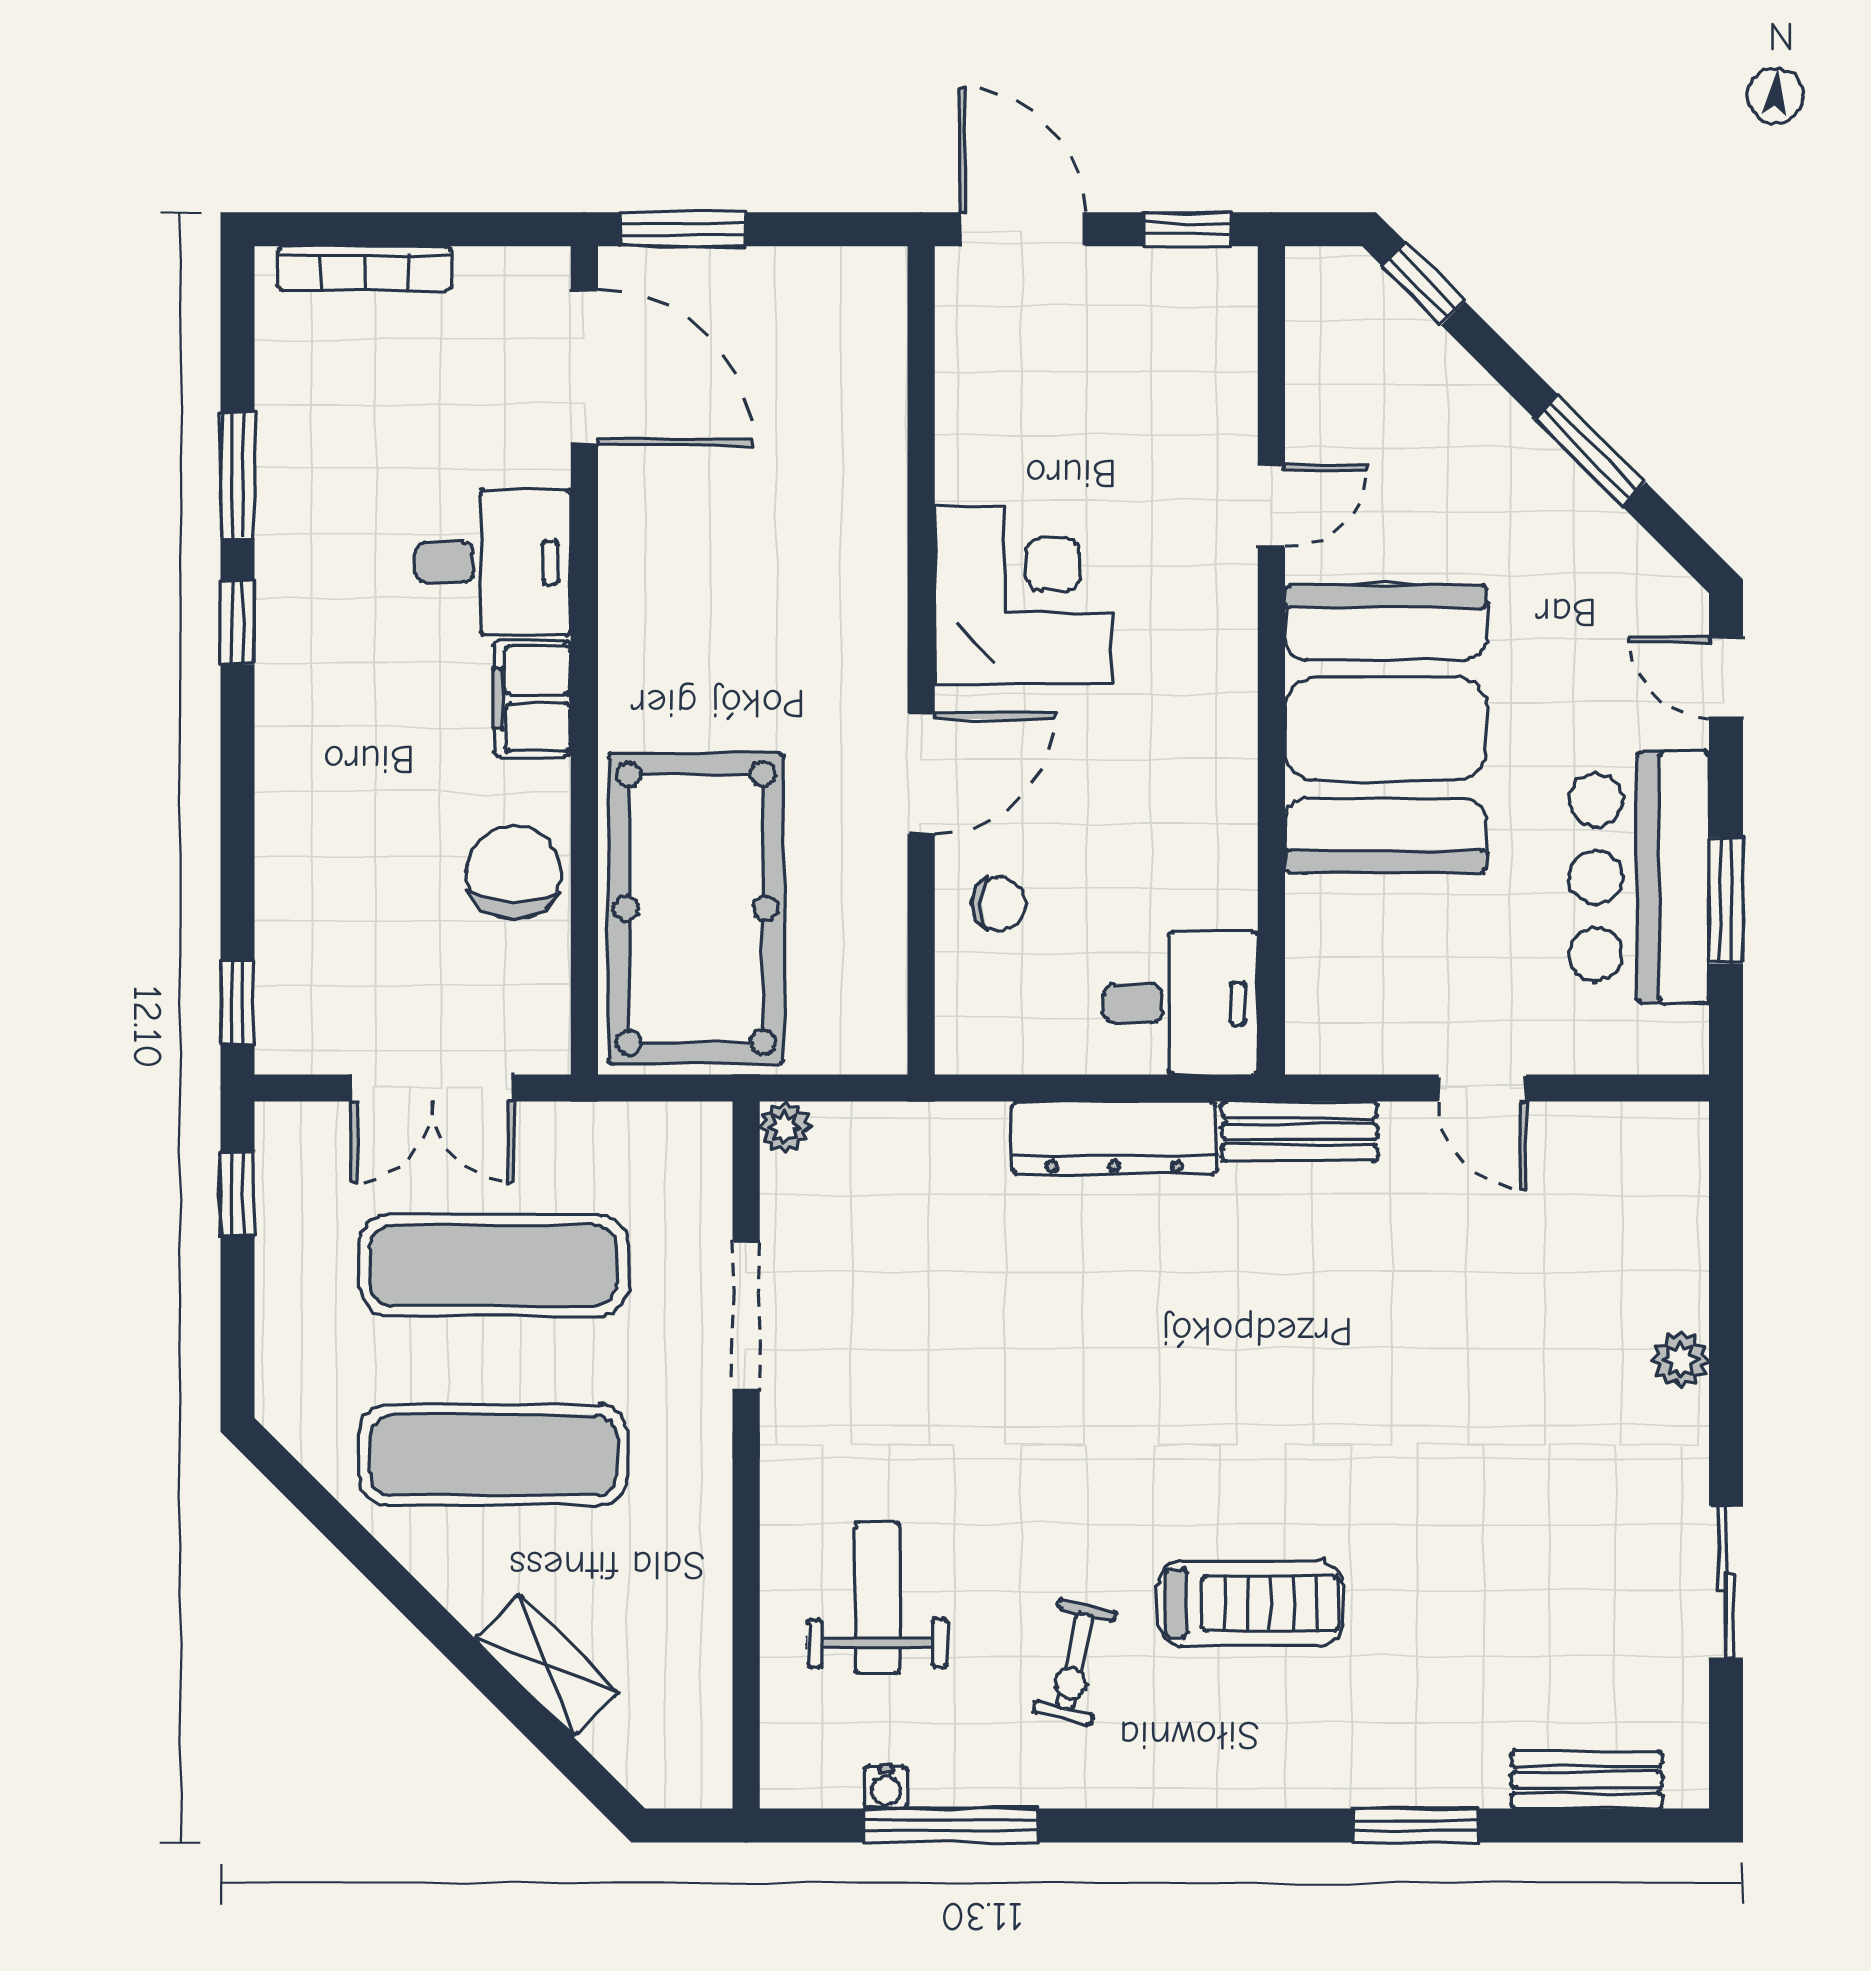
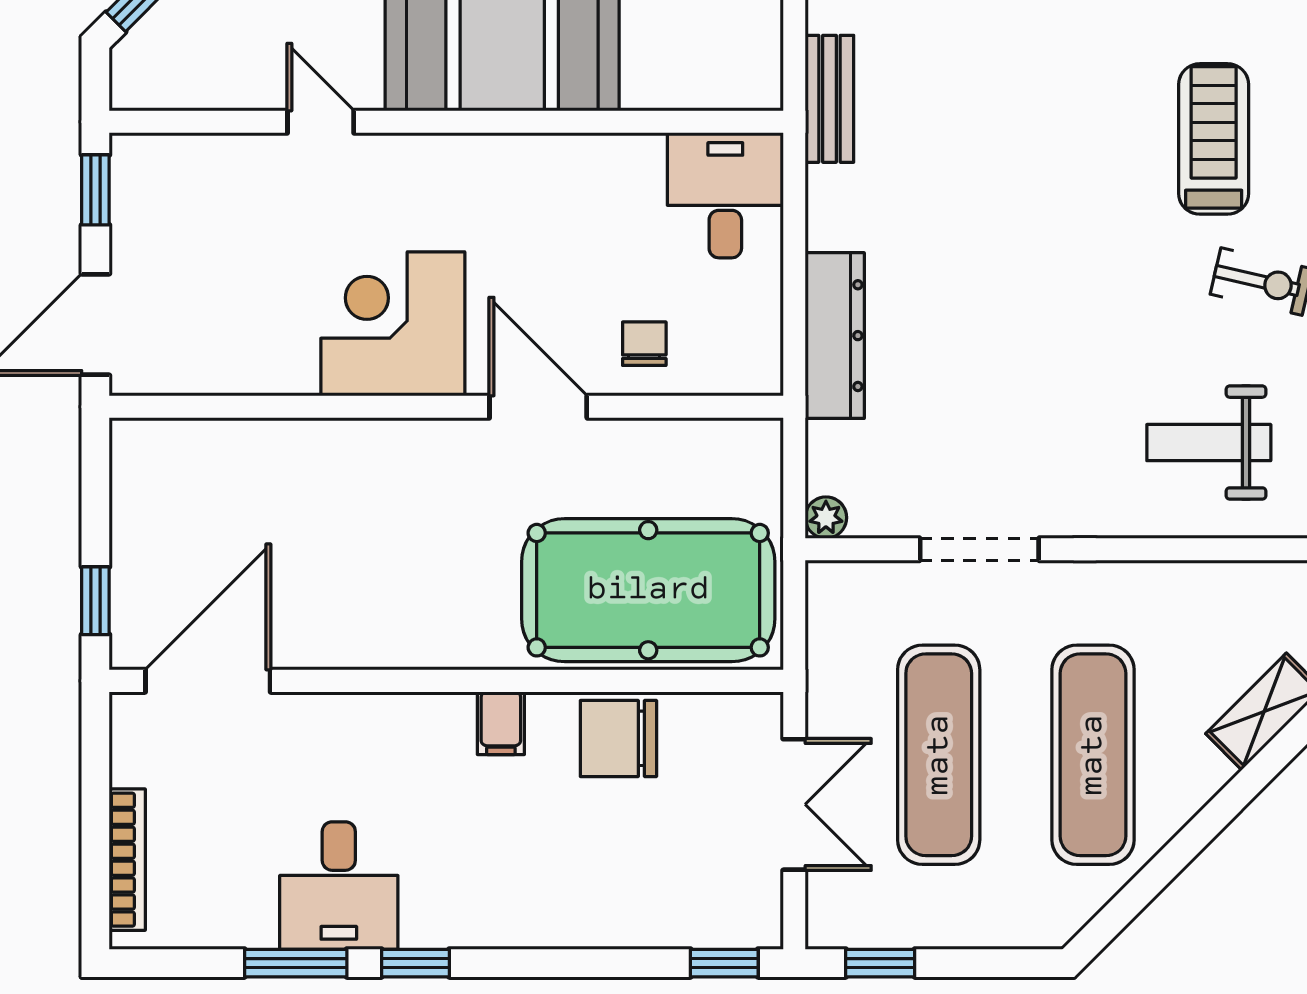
window: (683, 229) -> (95, 601), width x0.67
desk: (493, 563) -> (339, 886), moved, turned 180
filing cabinet: (532, 699) -> (501, 723), width x0.50
dresser: (1114, 1138) -> (835, 336), moved

